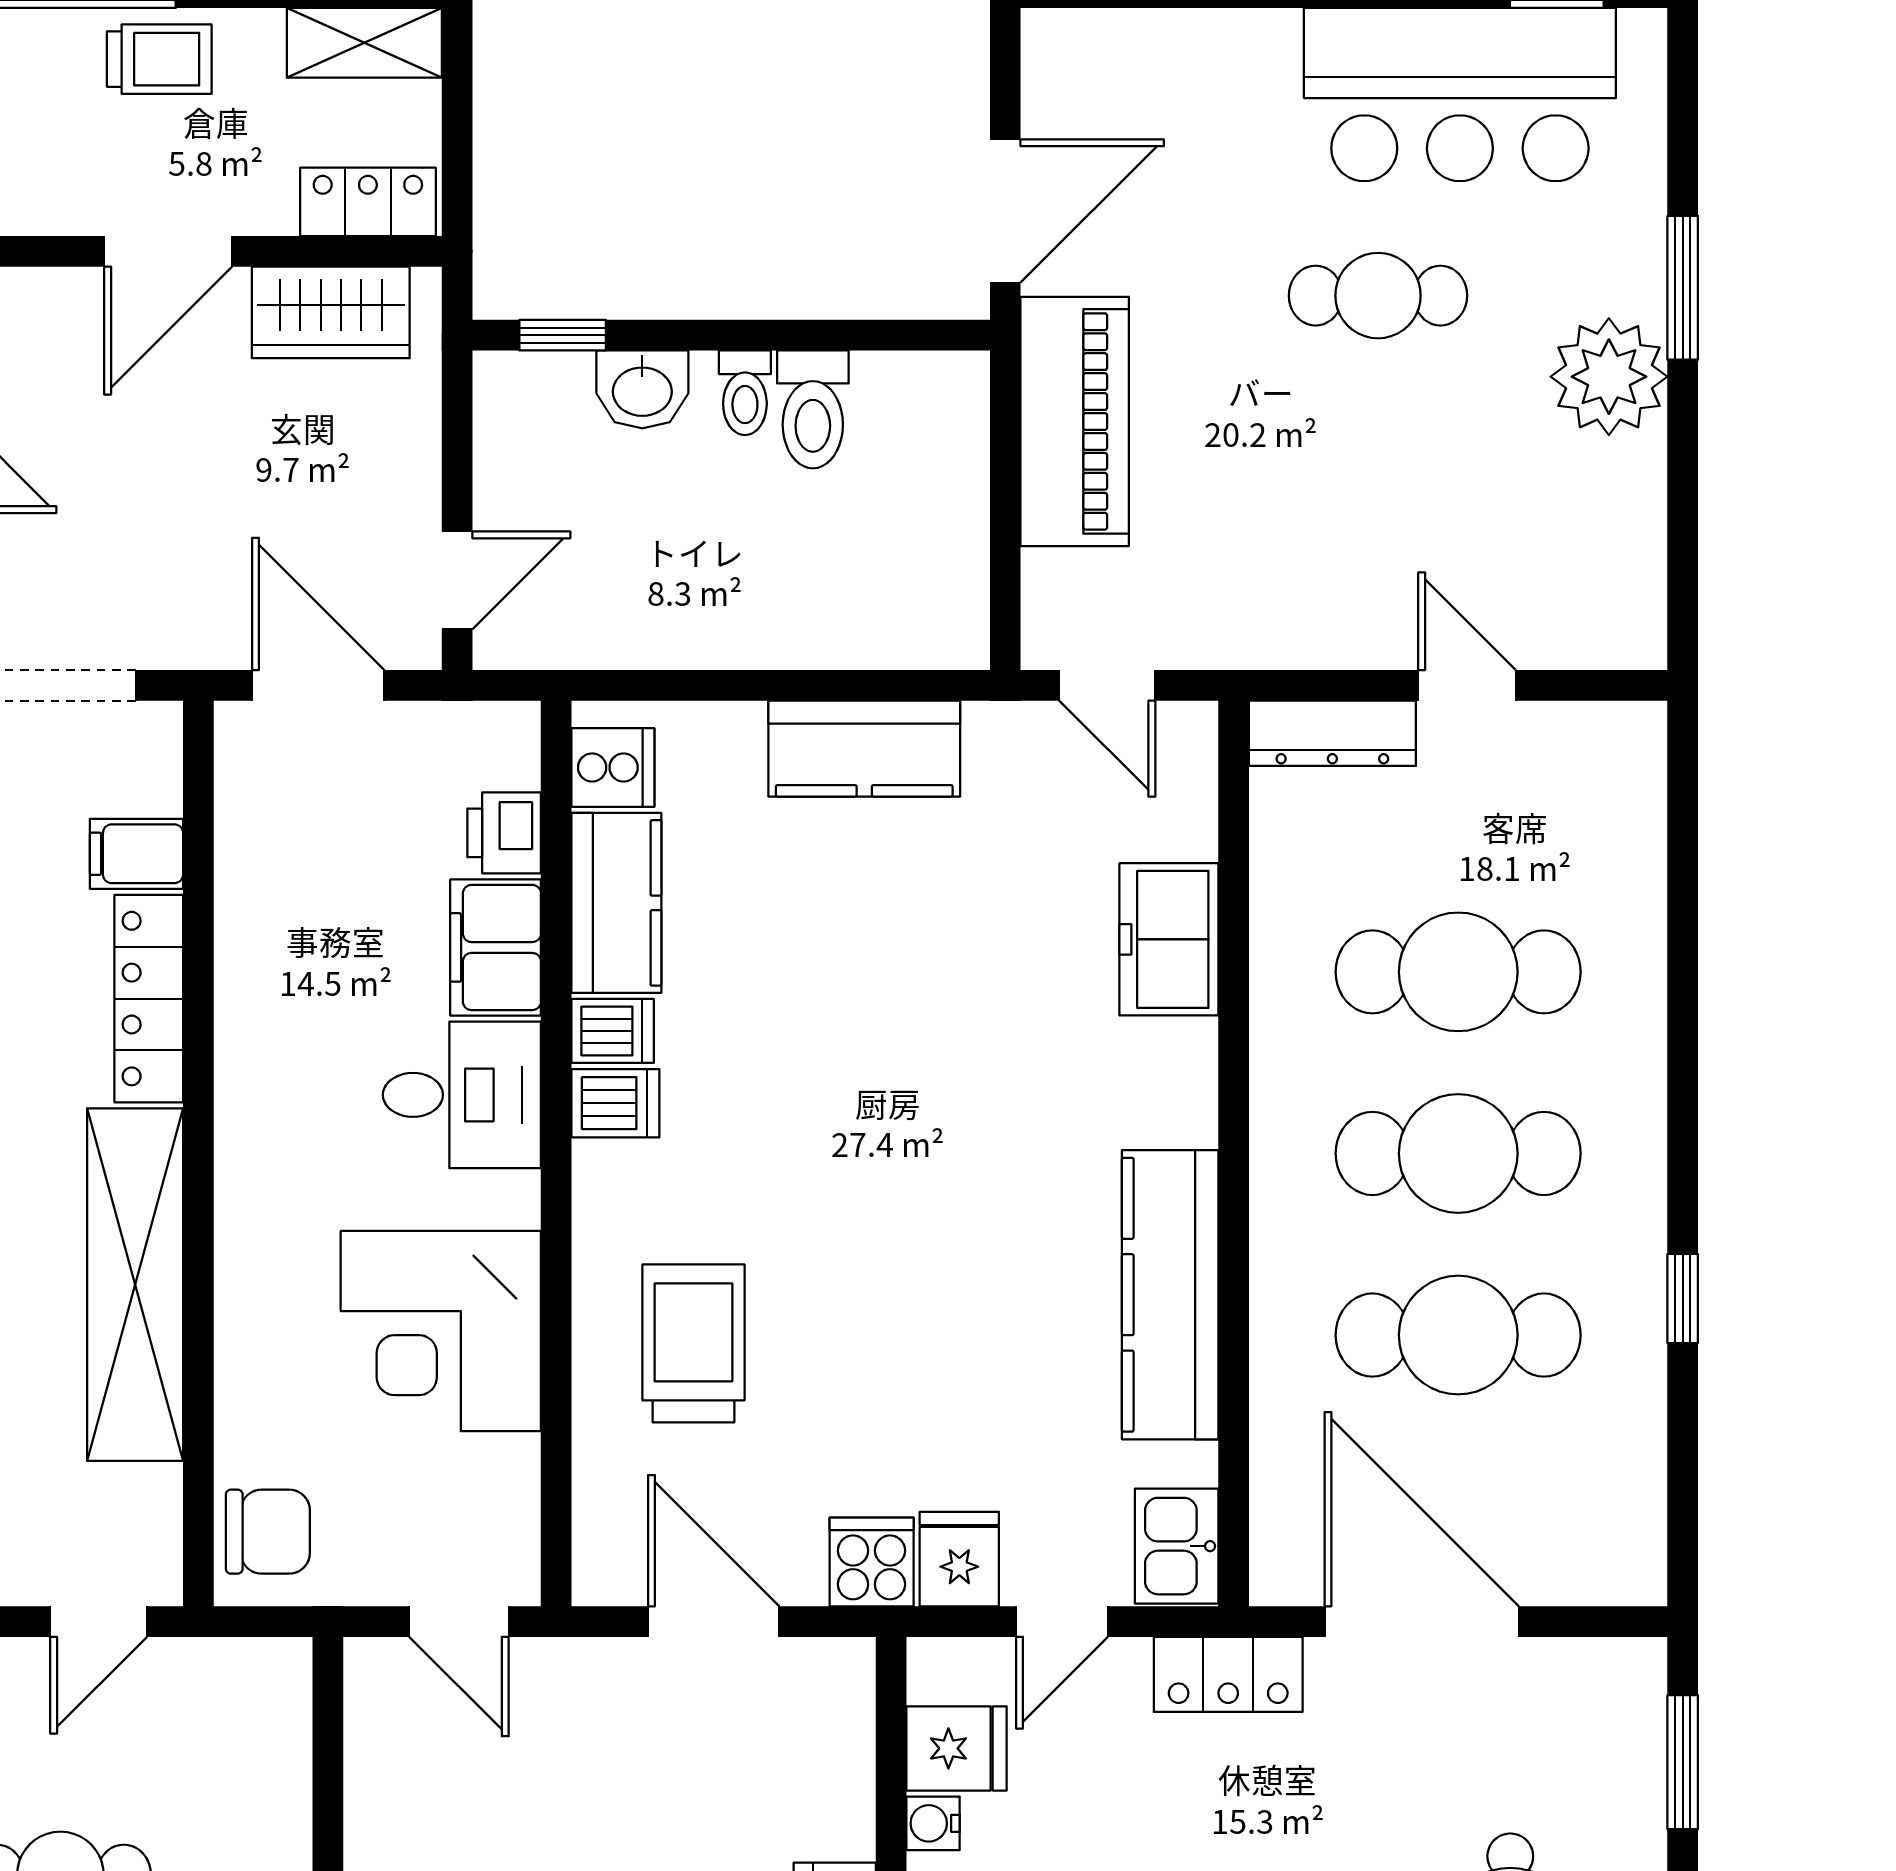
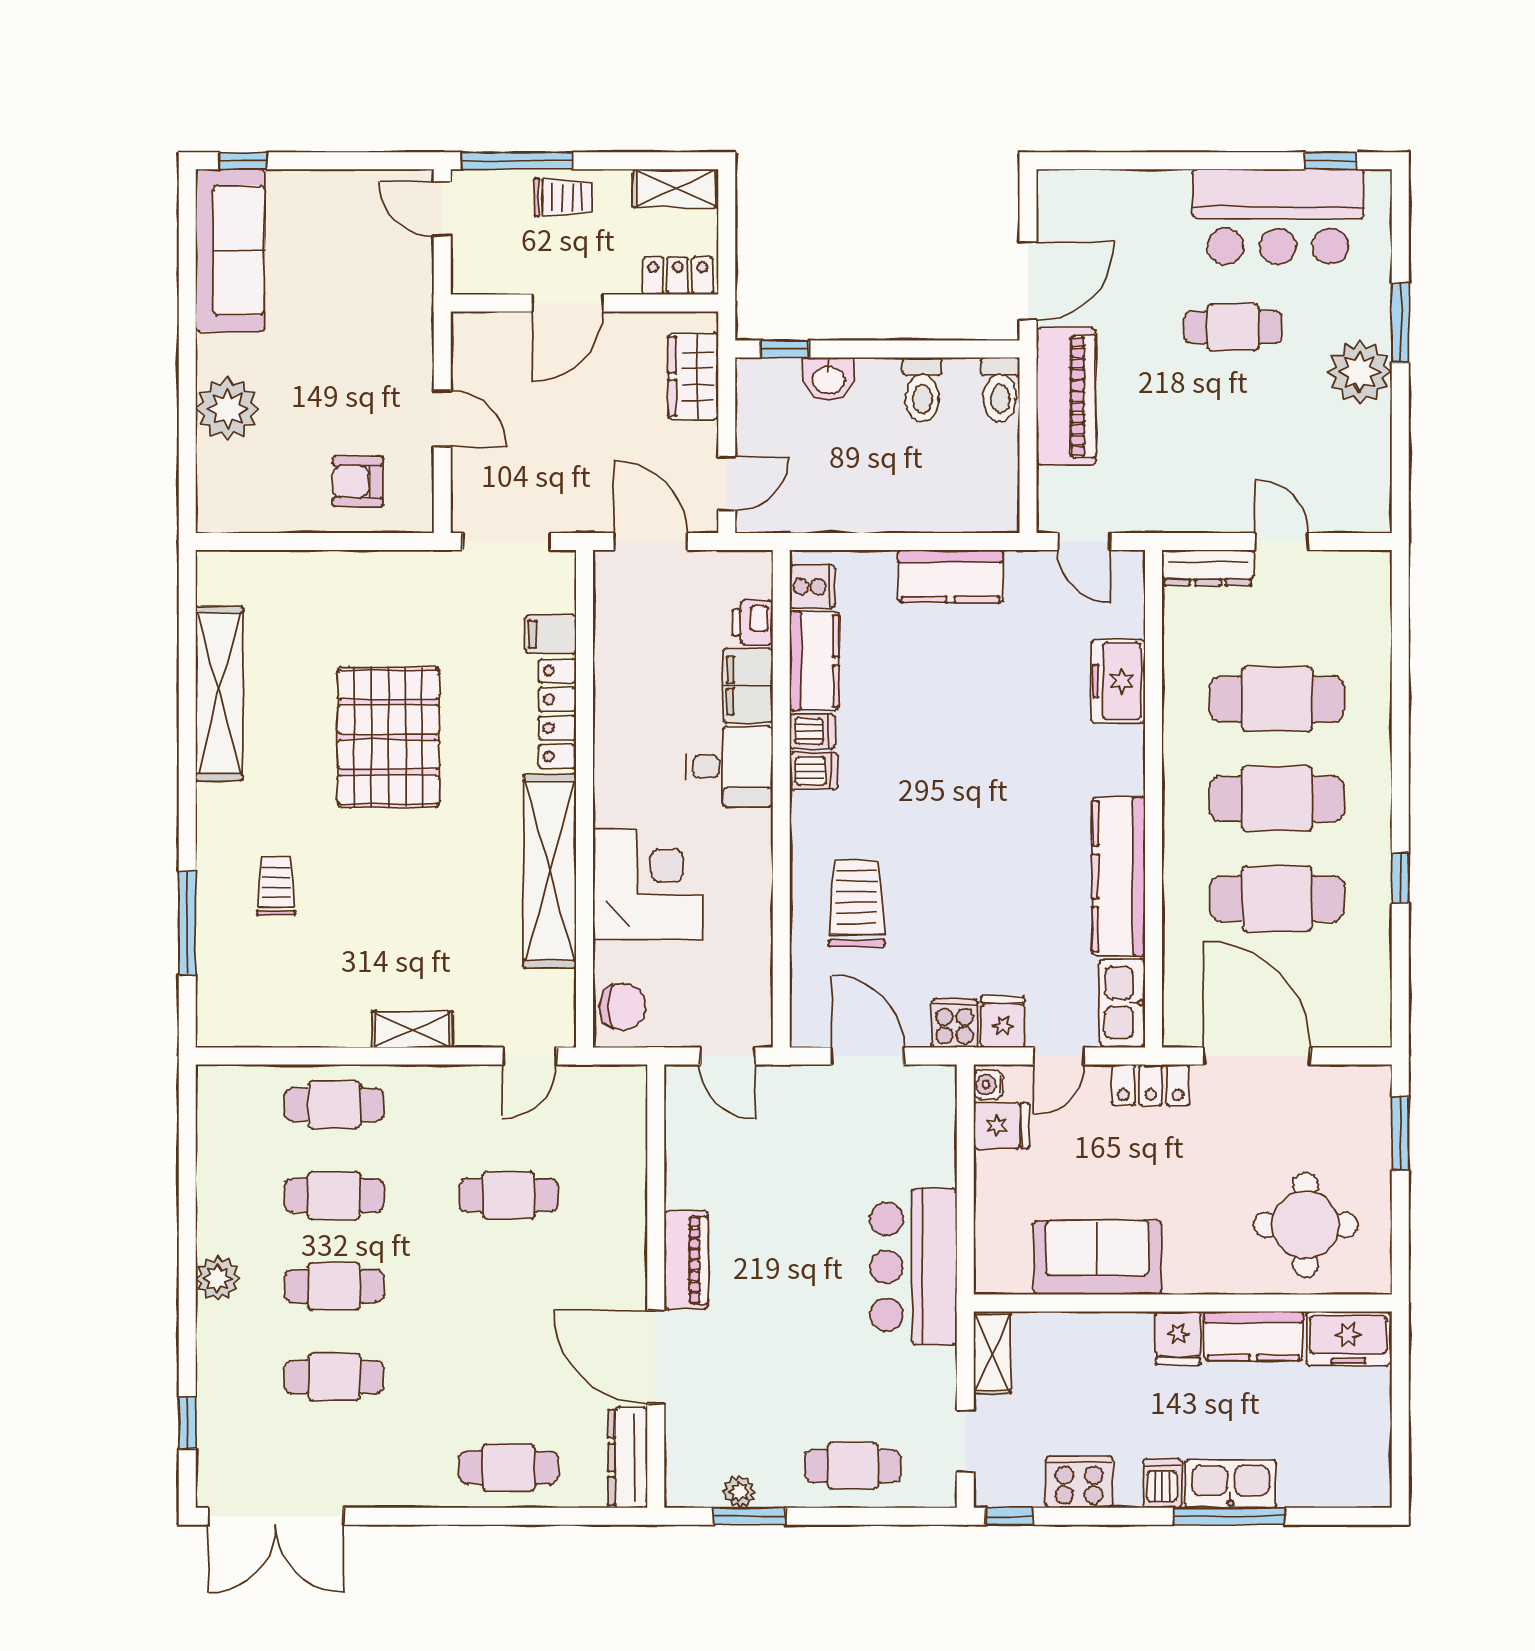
wardrobe: (331, 312) -> (693, 376), moved, turned 90
toilet: (745, 393) -> (1000, 390), moved, width x1.37, depth x1.39
corner desk: (441, 1331) -> (648, 884), moved, turned 180
kitchen sink: (1177, 1546) -> (1122, 1003), width x1.38
water cooler: (933, 1823) -> (988, 1085), moved

